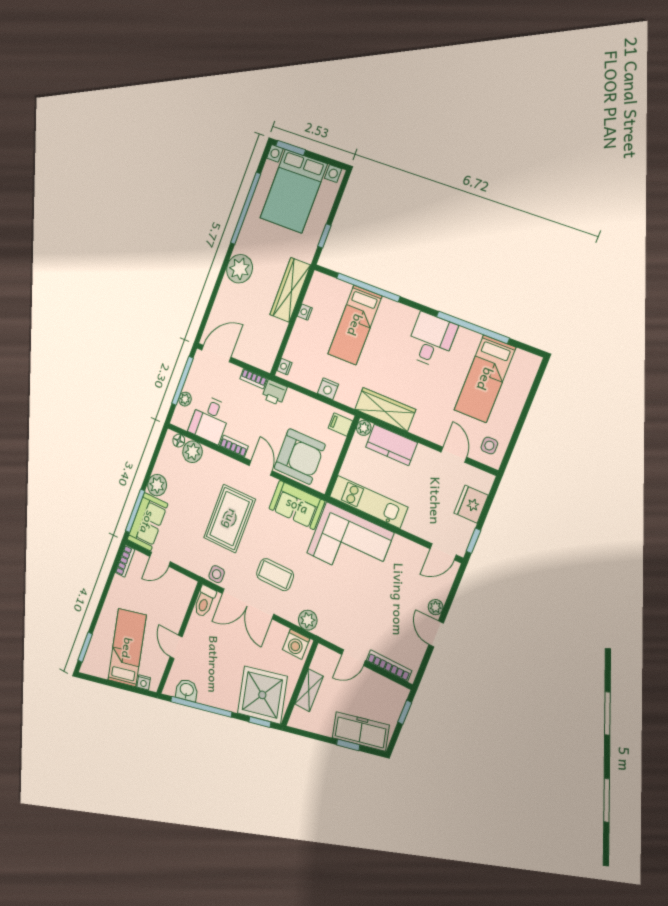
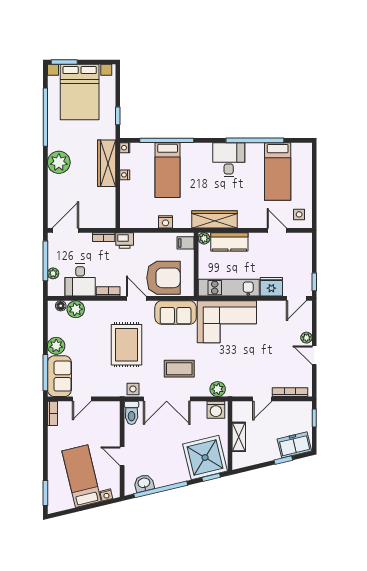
nightstand: (284, 367) -> (125, 148), moved
fridge: (471, 504) -> (271, 287), moved, turned 90
freezer: (361, 731) -> (294, 445), width x0.71

